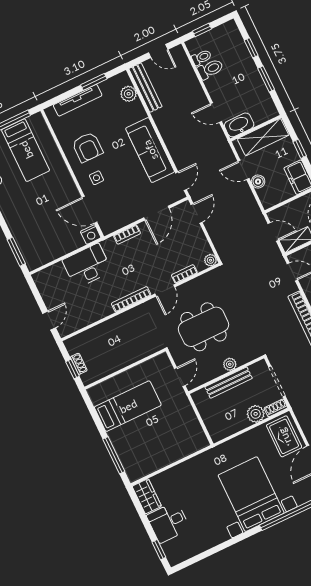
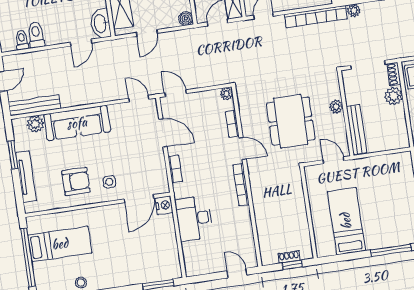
sofa: (150, 150) -> (77, 123), moved
boiler: (258, 182) -> (186, 19), moved
bench: (229, 383) -> (356, 129), moved

